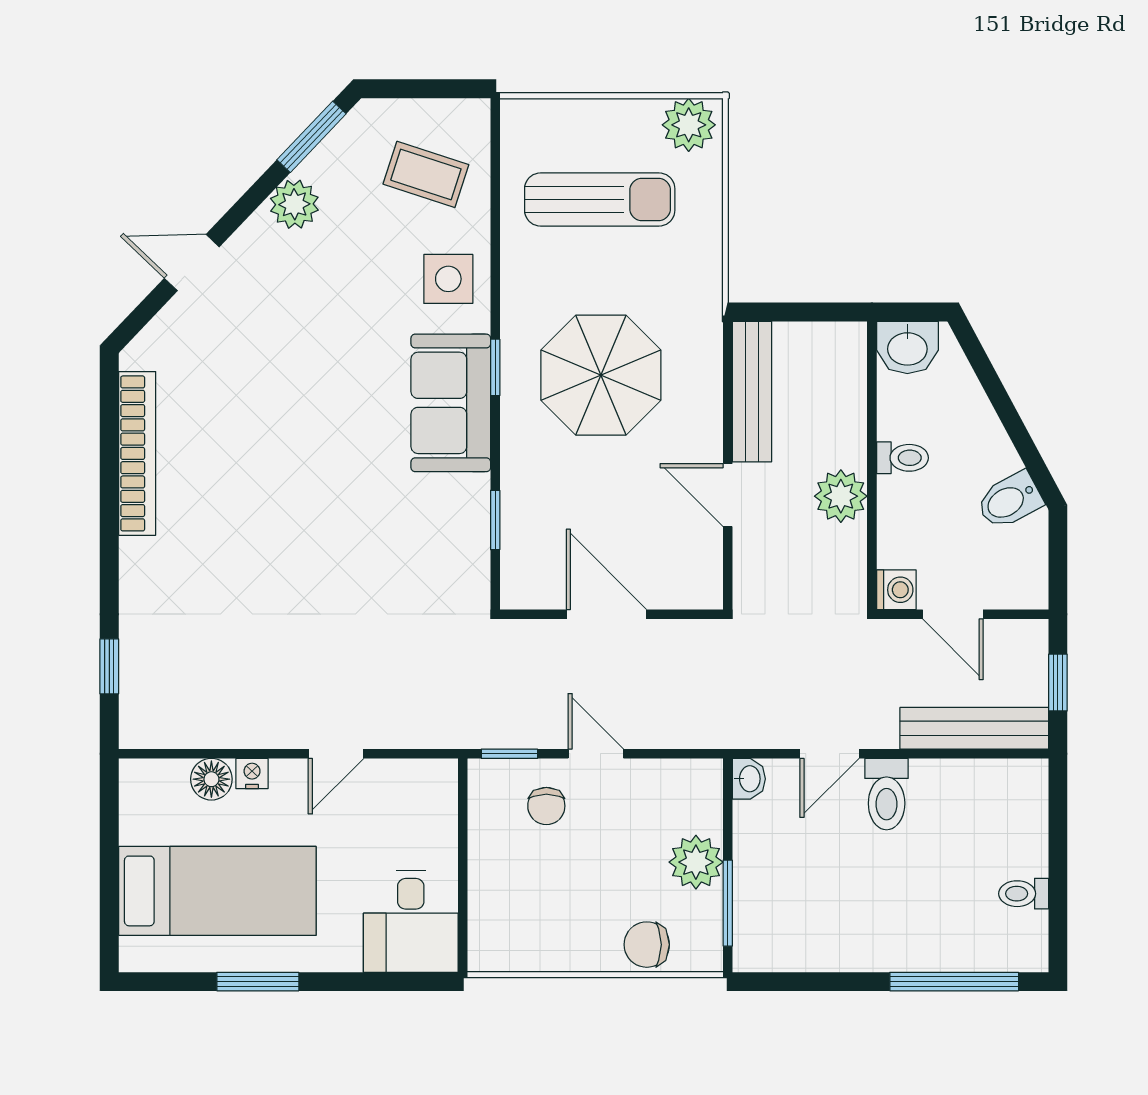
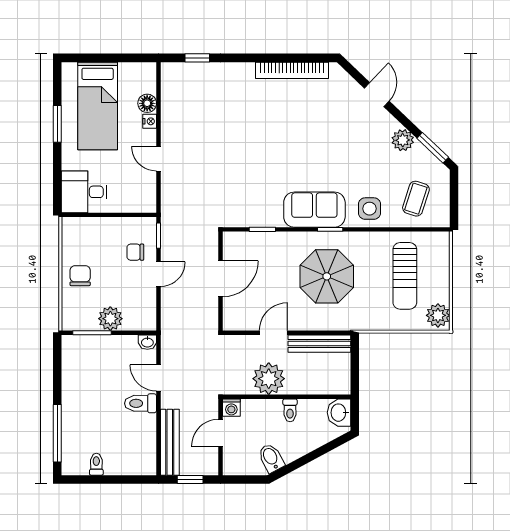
plant: (841, 496) -> (269, 379), width x1.36, depth x1.36
chair: (647, 945) -> (80, 276), moved

